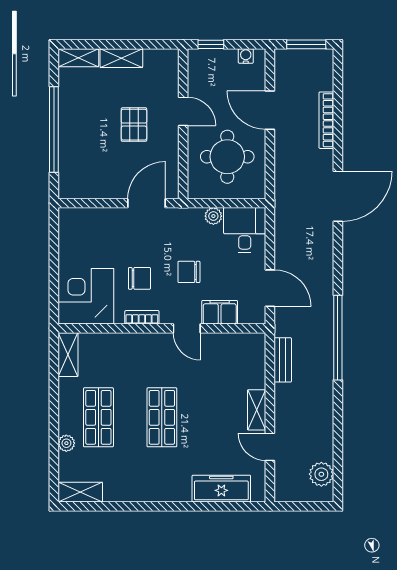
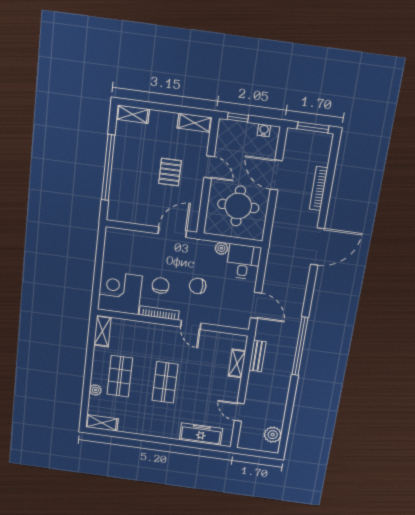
shelving: (121, 58) -> (195, 123), moved
chair: (140, 278) -> (161, 286), turned -90
filing cabinet: (220, 312) -> (216, 317), removed
bookcase: (142, 317) -> (159, 313), width x1.56
shelving: (257, 410) -> (237, 363), moved

